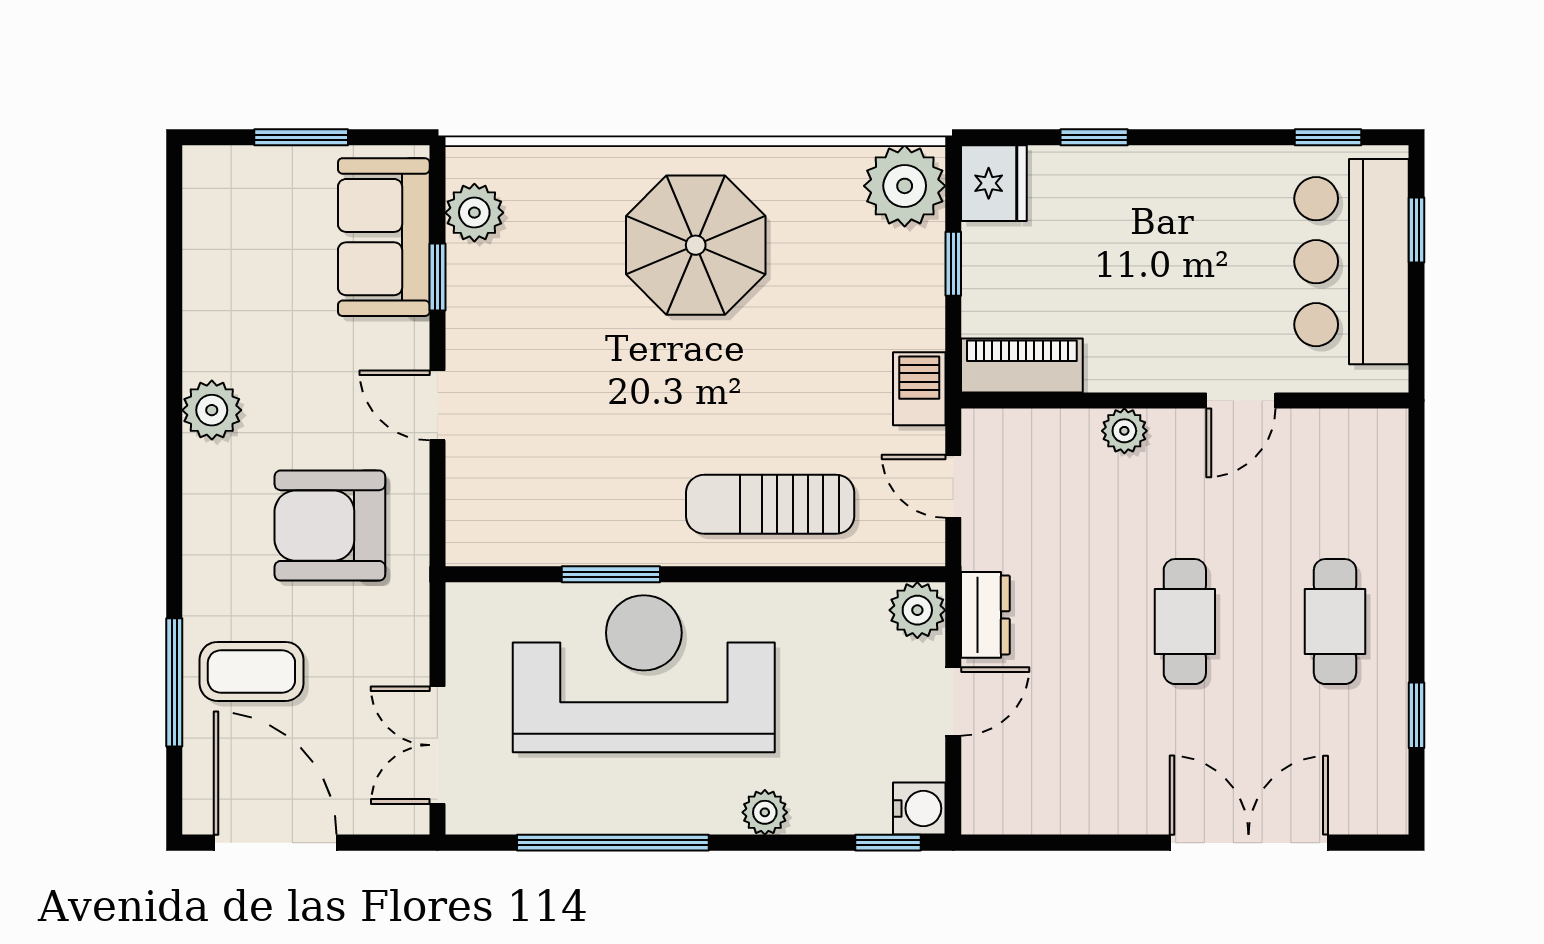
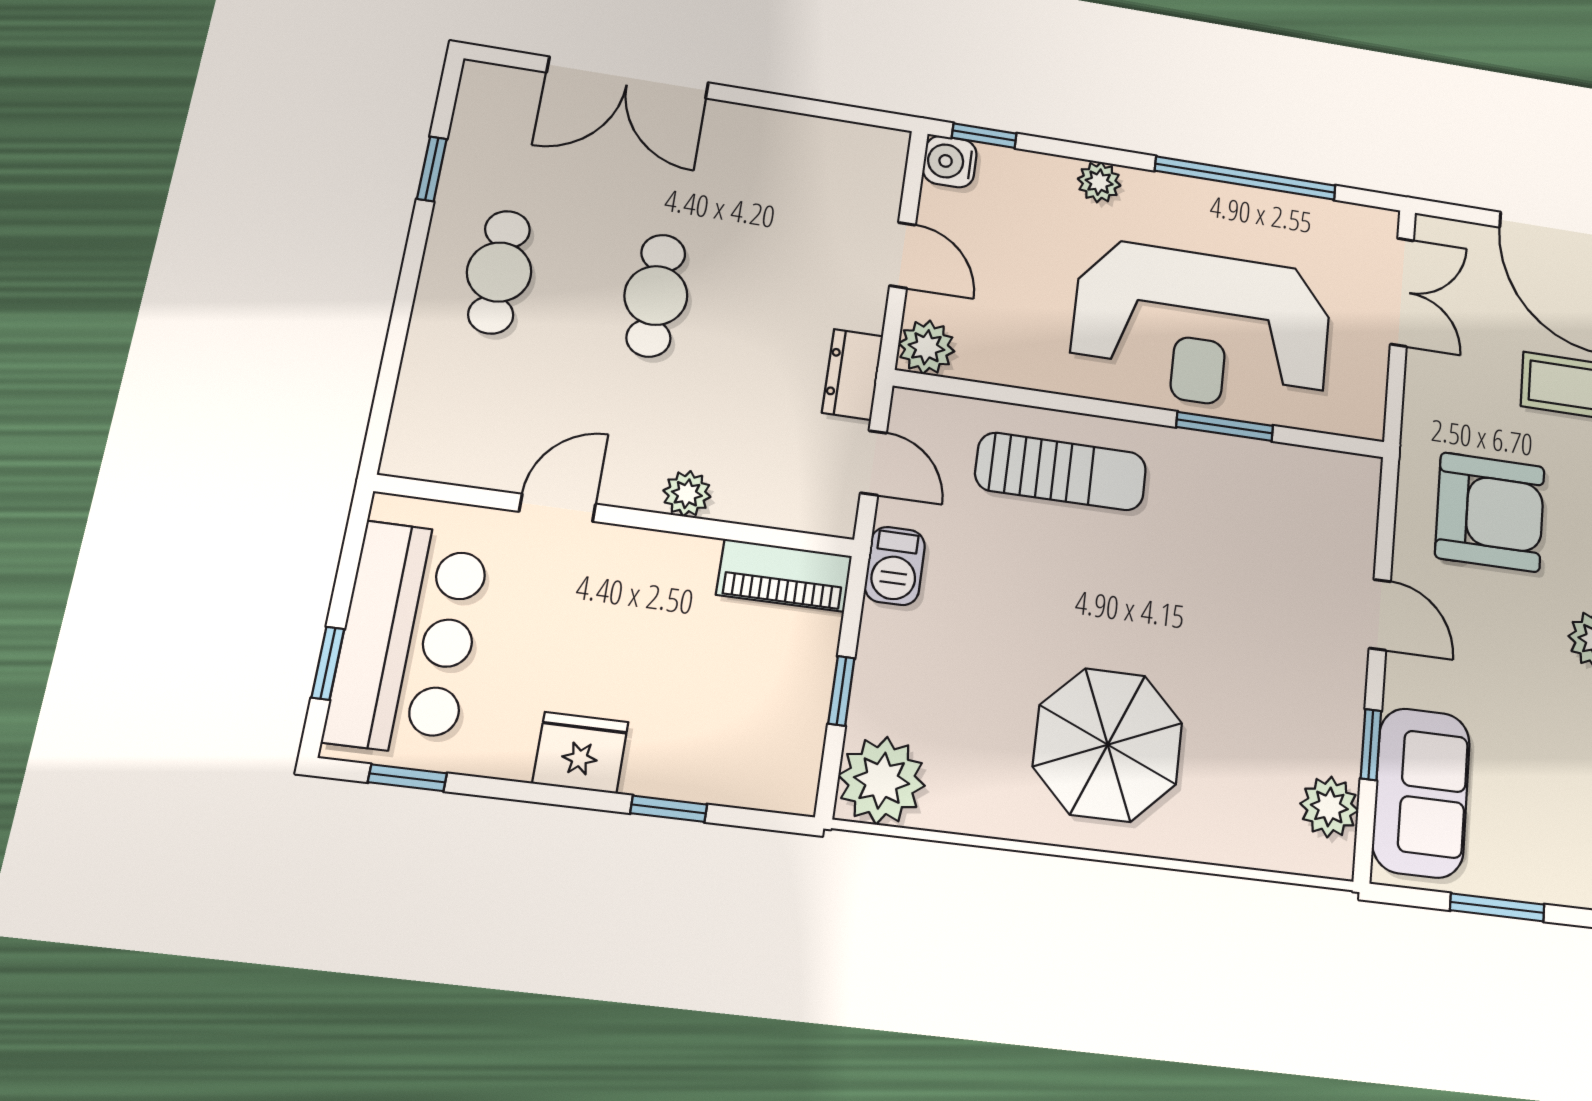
fridge: (994, 183) -> (580, 753), moved, turned 90
dresser: (985, 615) -> (853, 374), moved
door: (953, 701) -> (903, 255), swing flipped

